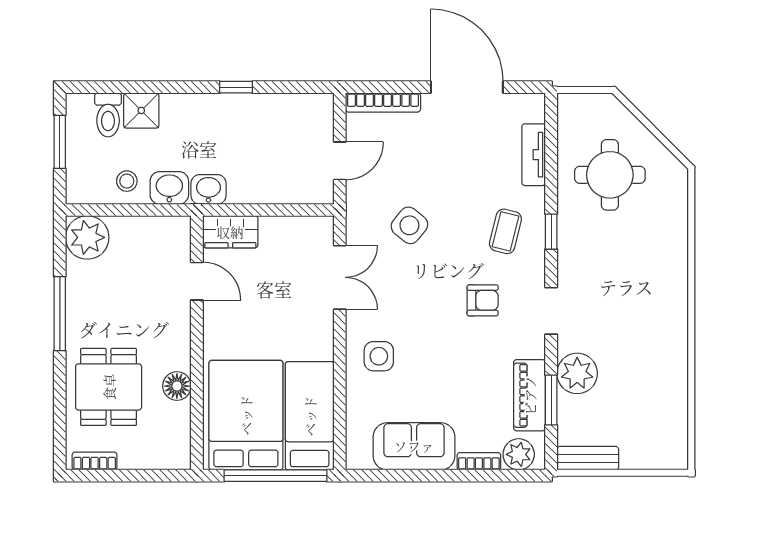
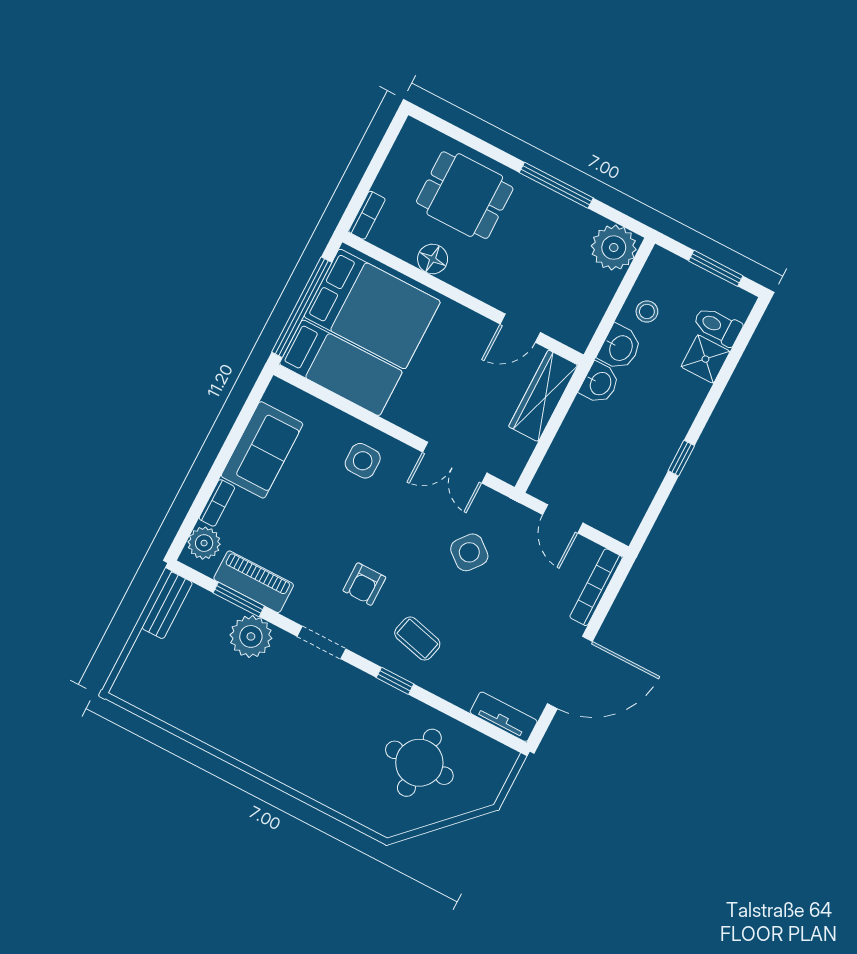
tv unit: (534, 155) -> (504, 717), moved
wardrobe: (230, 232) -> (543, 396), width x1.50
bookcase: (95, 461) -> (367, 215), moved

